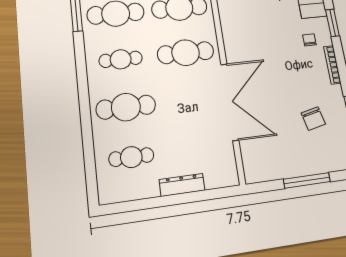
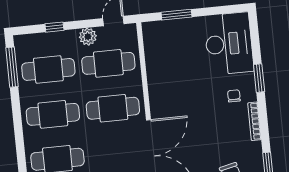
cafe table: (121, 59) -> (53, 114), width x1.37, depth x1.35

